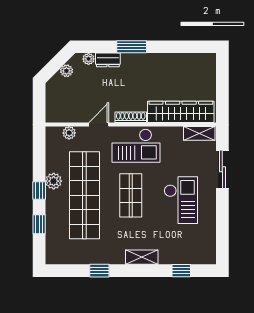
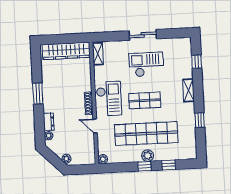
window: (132, 47) -> (38, 93), moved
plant: (66, 71) -> (66, 159), moved
wardrobe: (181, 112) -> (66, 51), moved, turned -90
plant: (69, 133) -> (103, 159), moved
sliding door: (222, 169) -> (143, 35), moved
plant: (54, 181) -> (148, 156), moved

